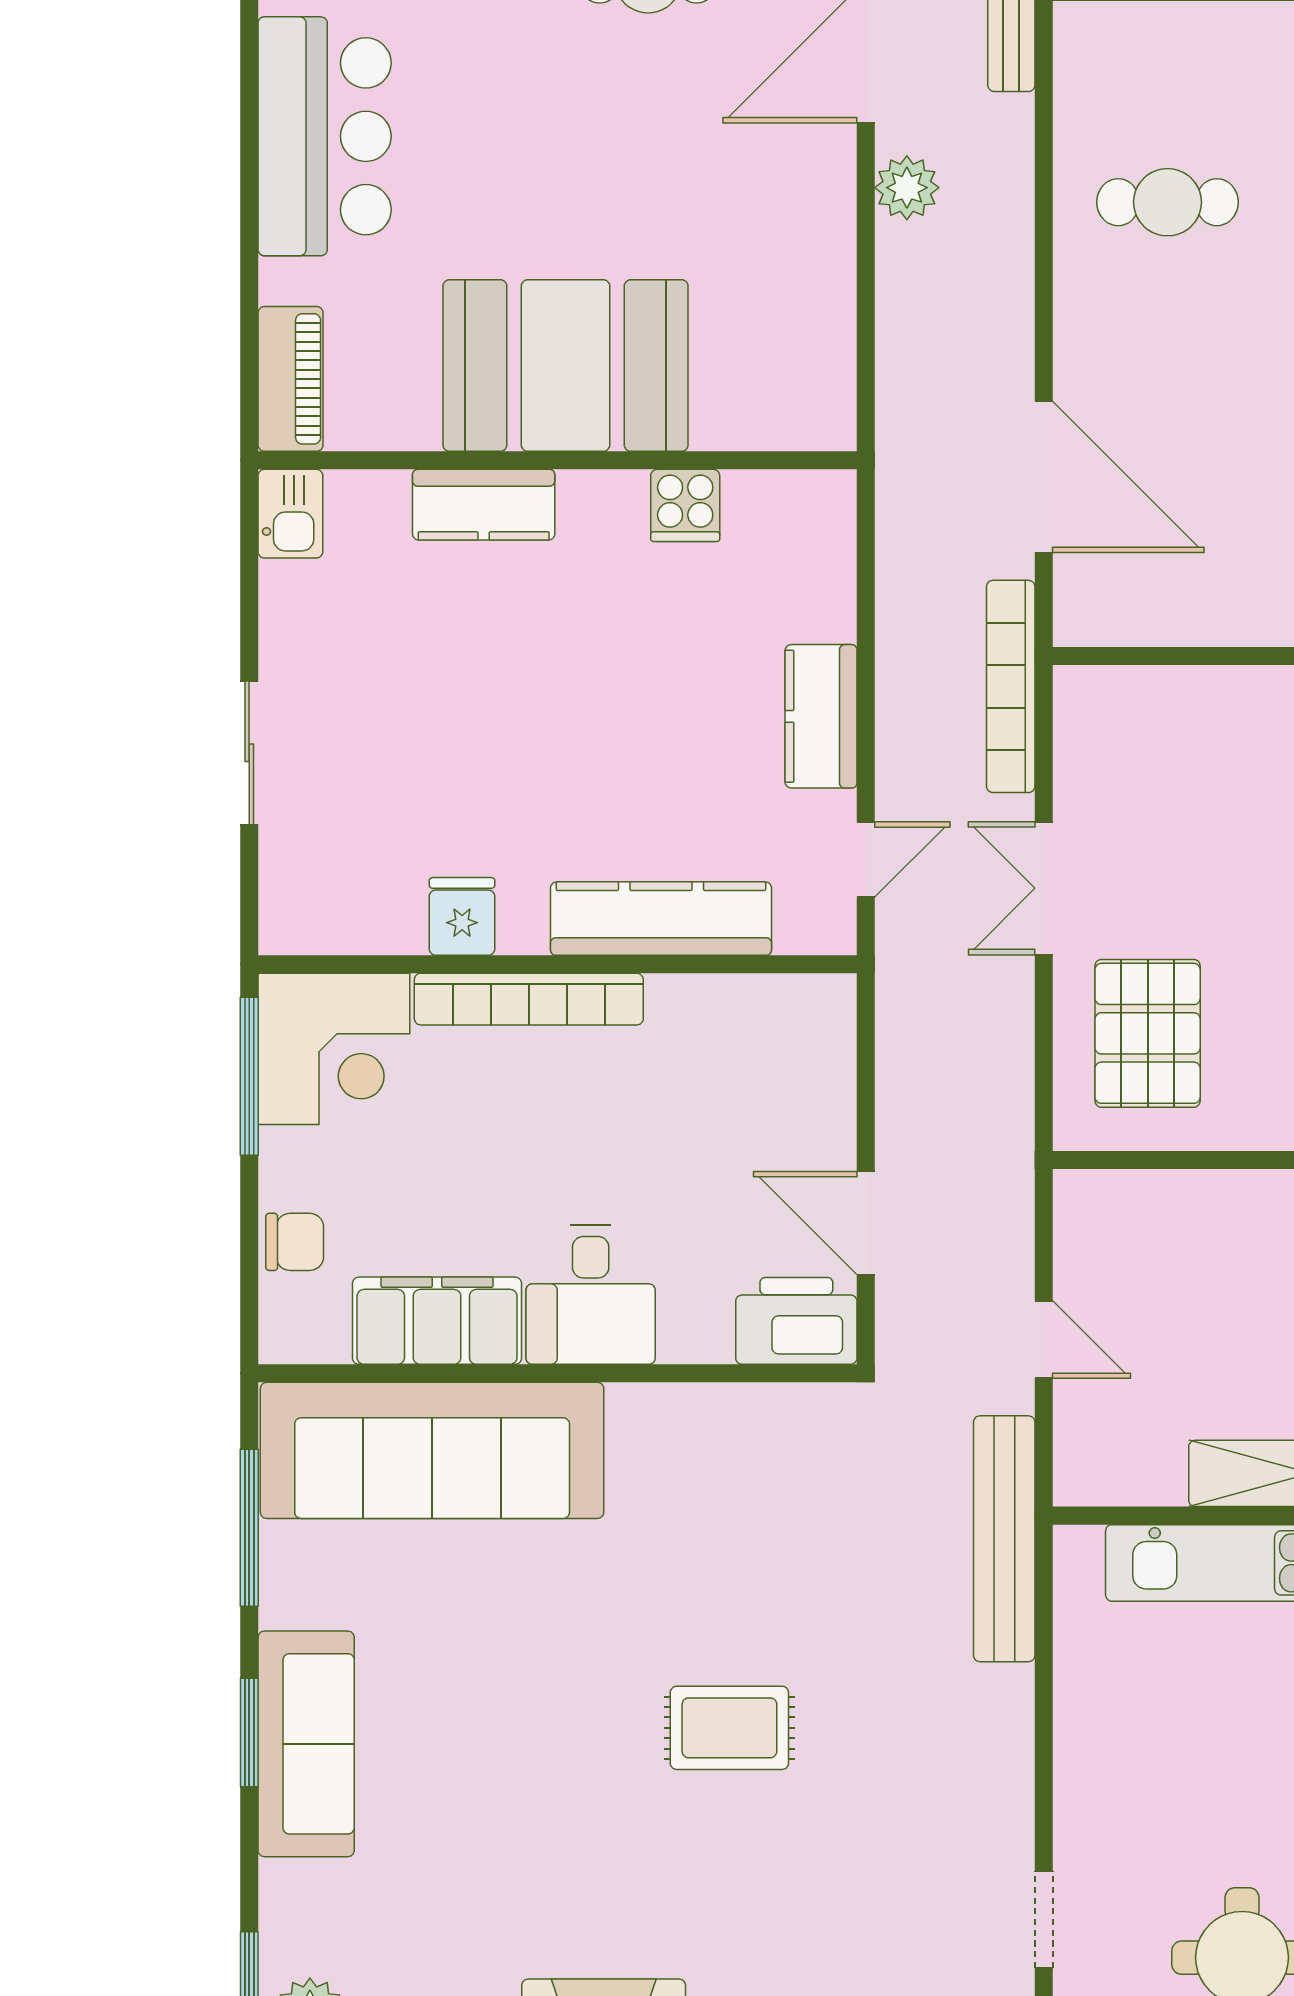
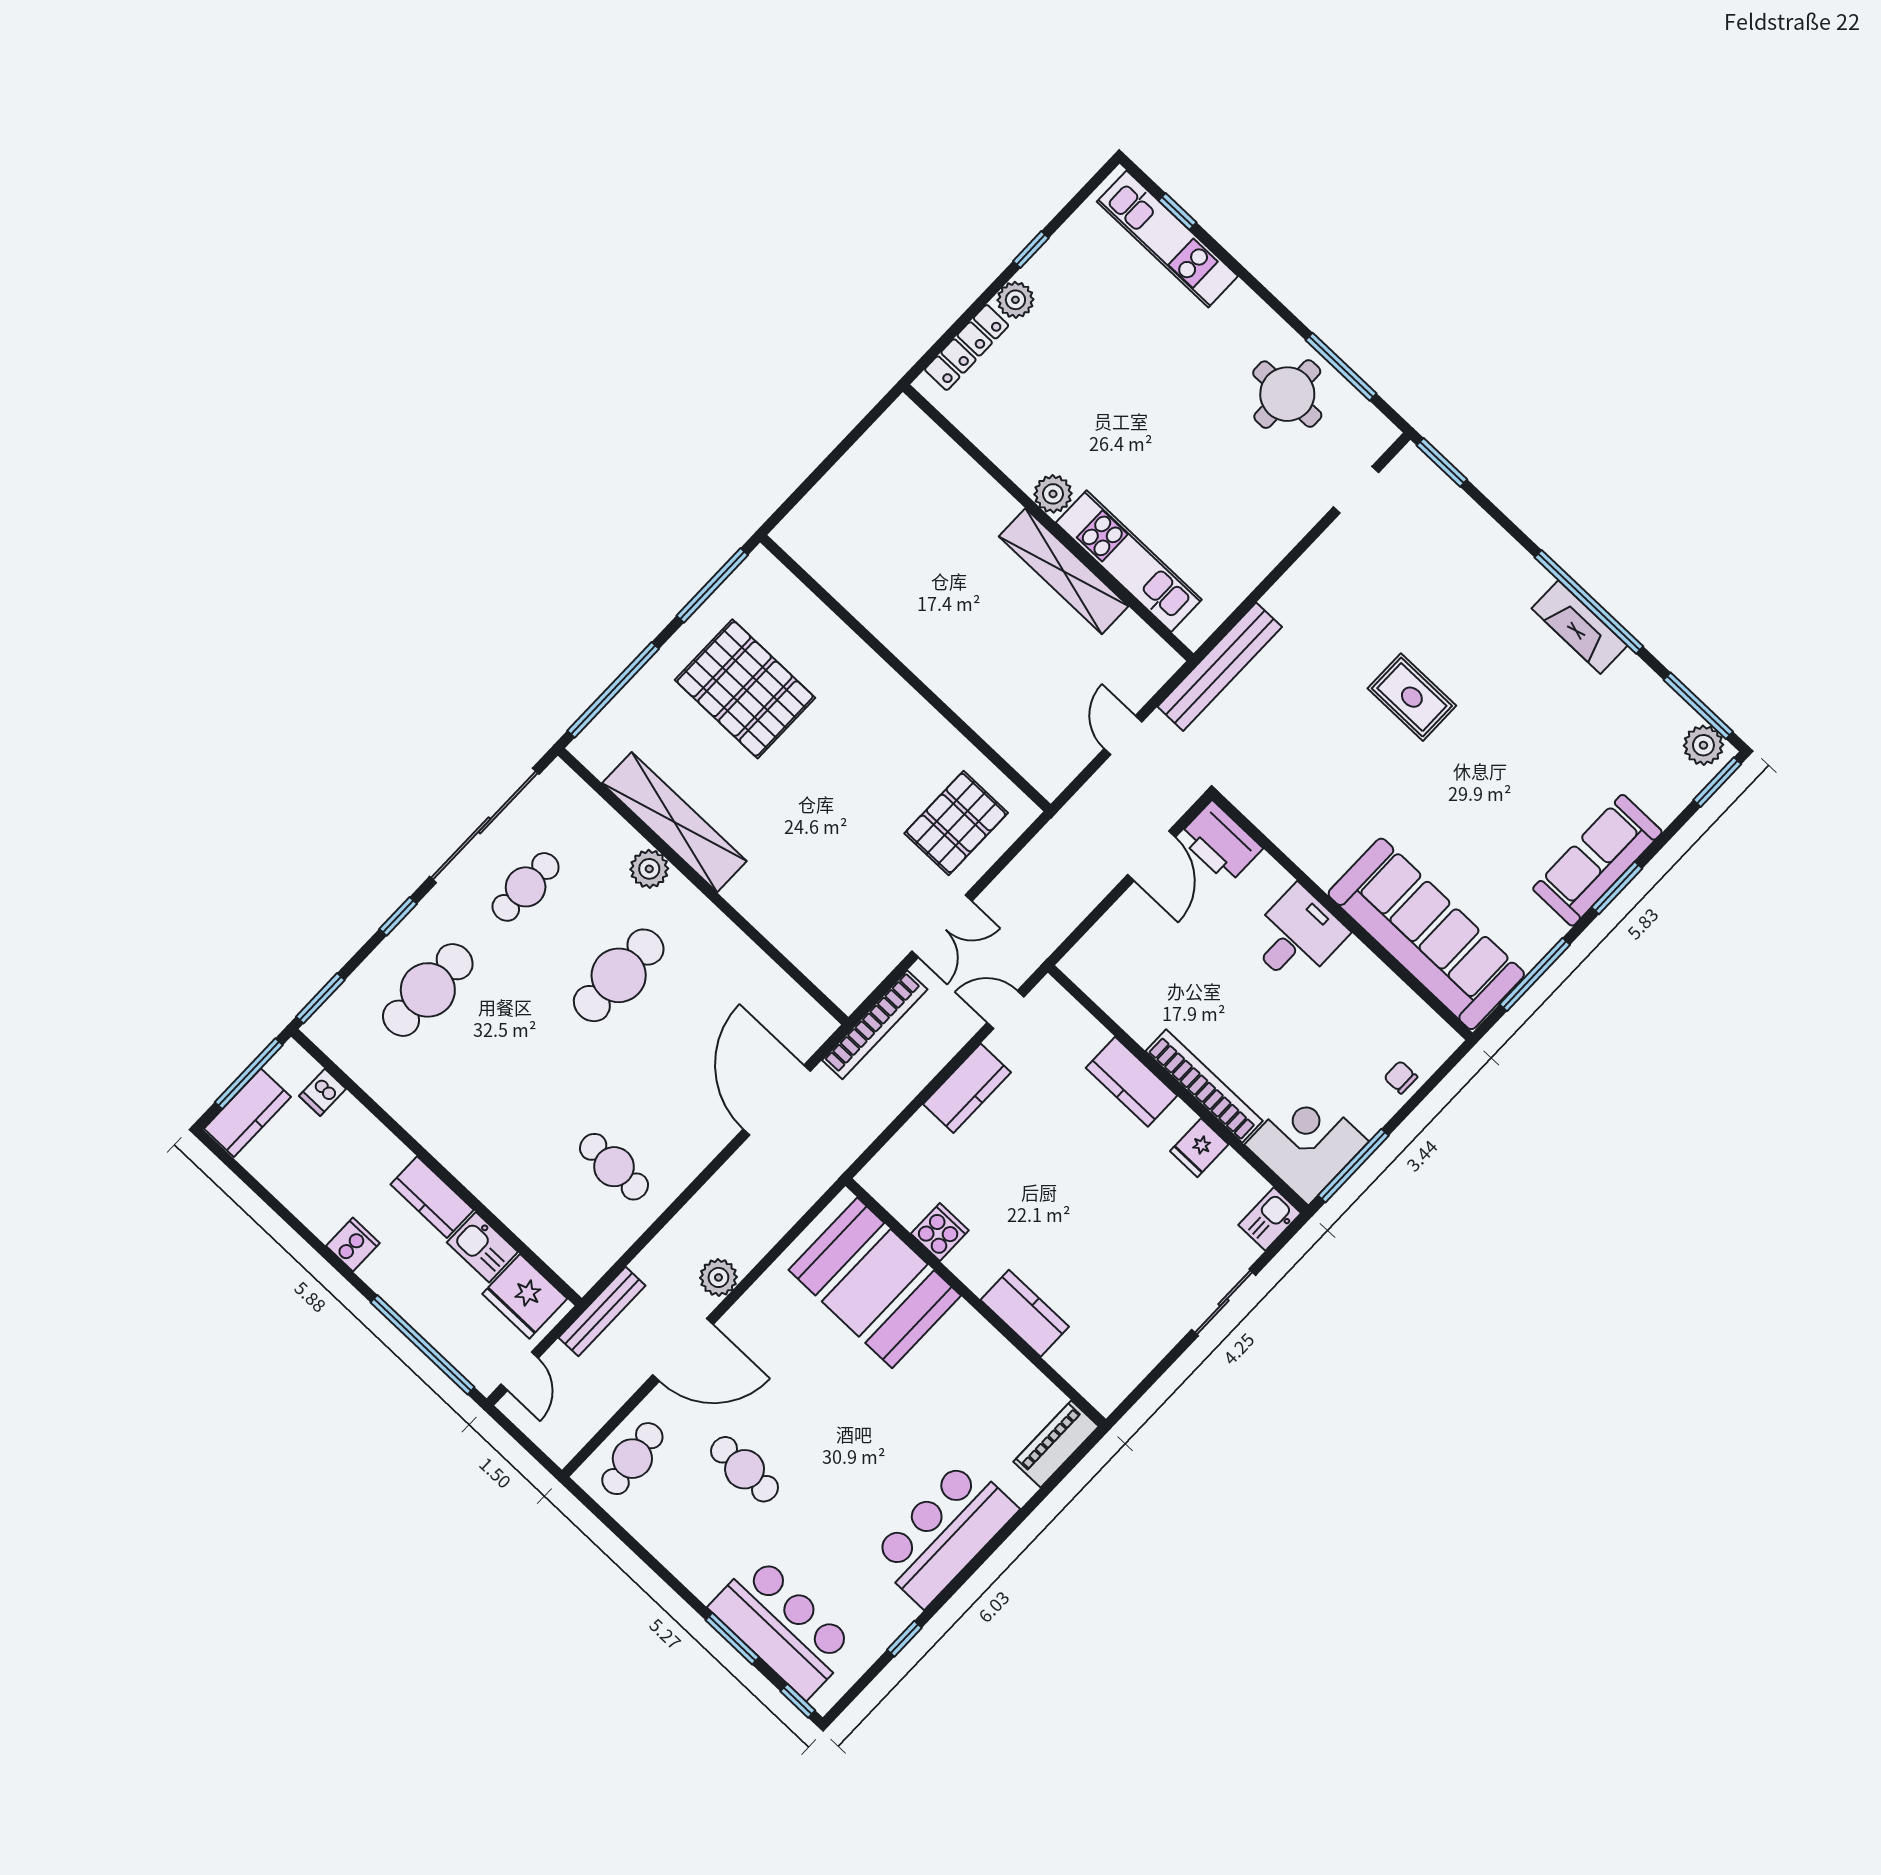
booth: (566, 366) -> (875, 1283), moved
kitchen sink: (290, 514) -> (1270, 1219), moved
kitchen counter: (661, 919) -> (1131, 1082), width x0.67
chair: (295, 1242) -> (1401, 1077), width x0.73, depth x0.73
filing cabinet: (437, 1321) -> (1372, 987), removed

